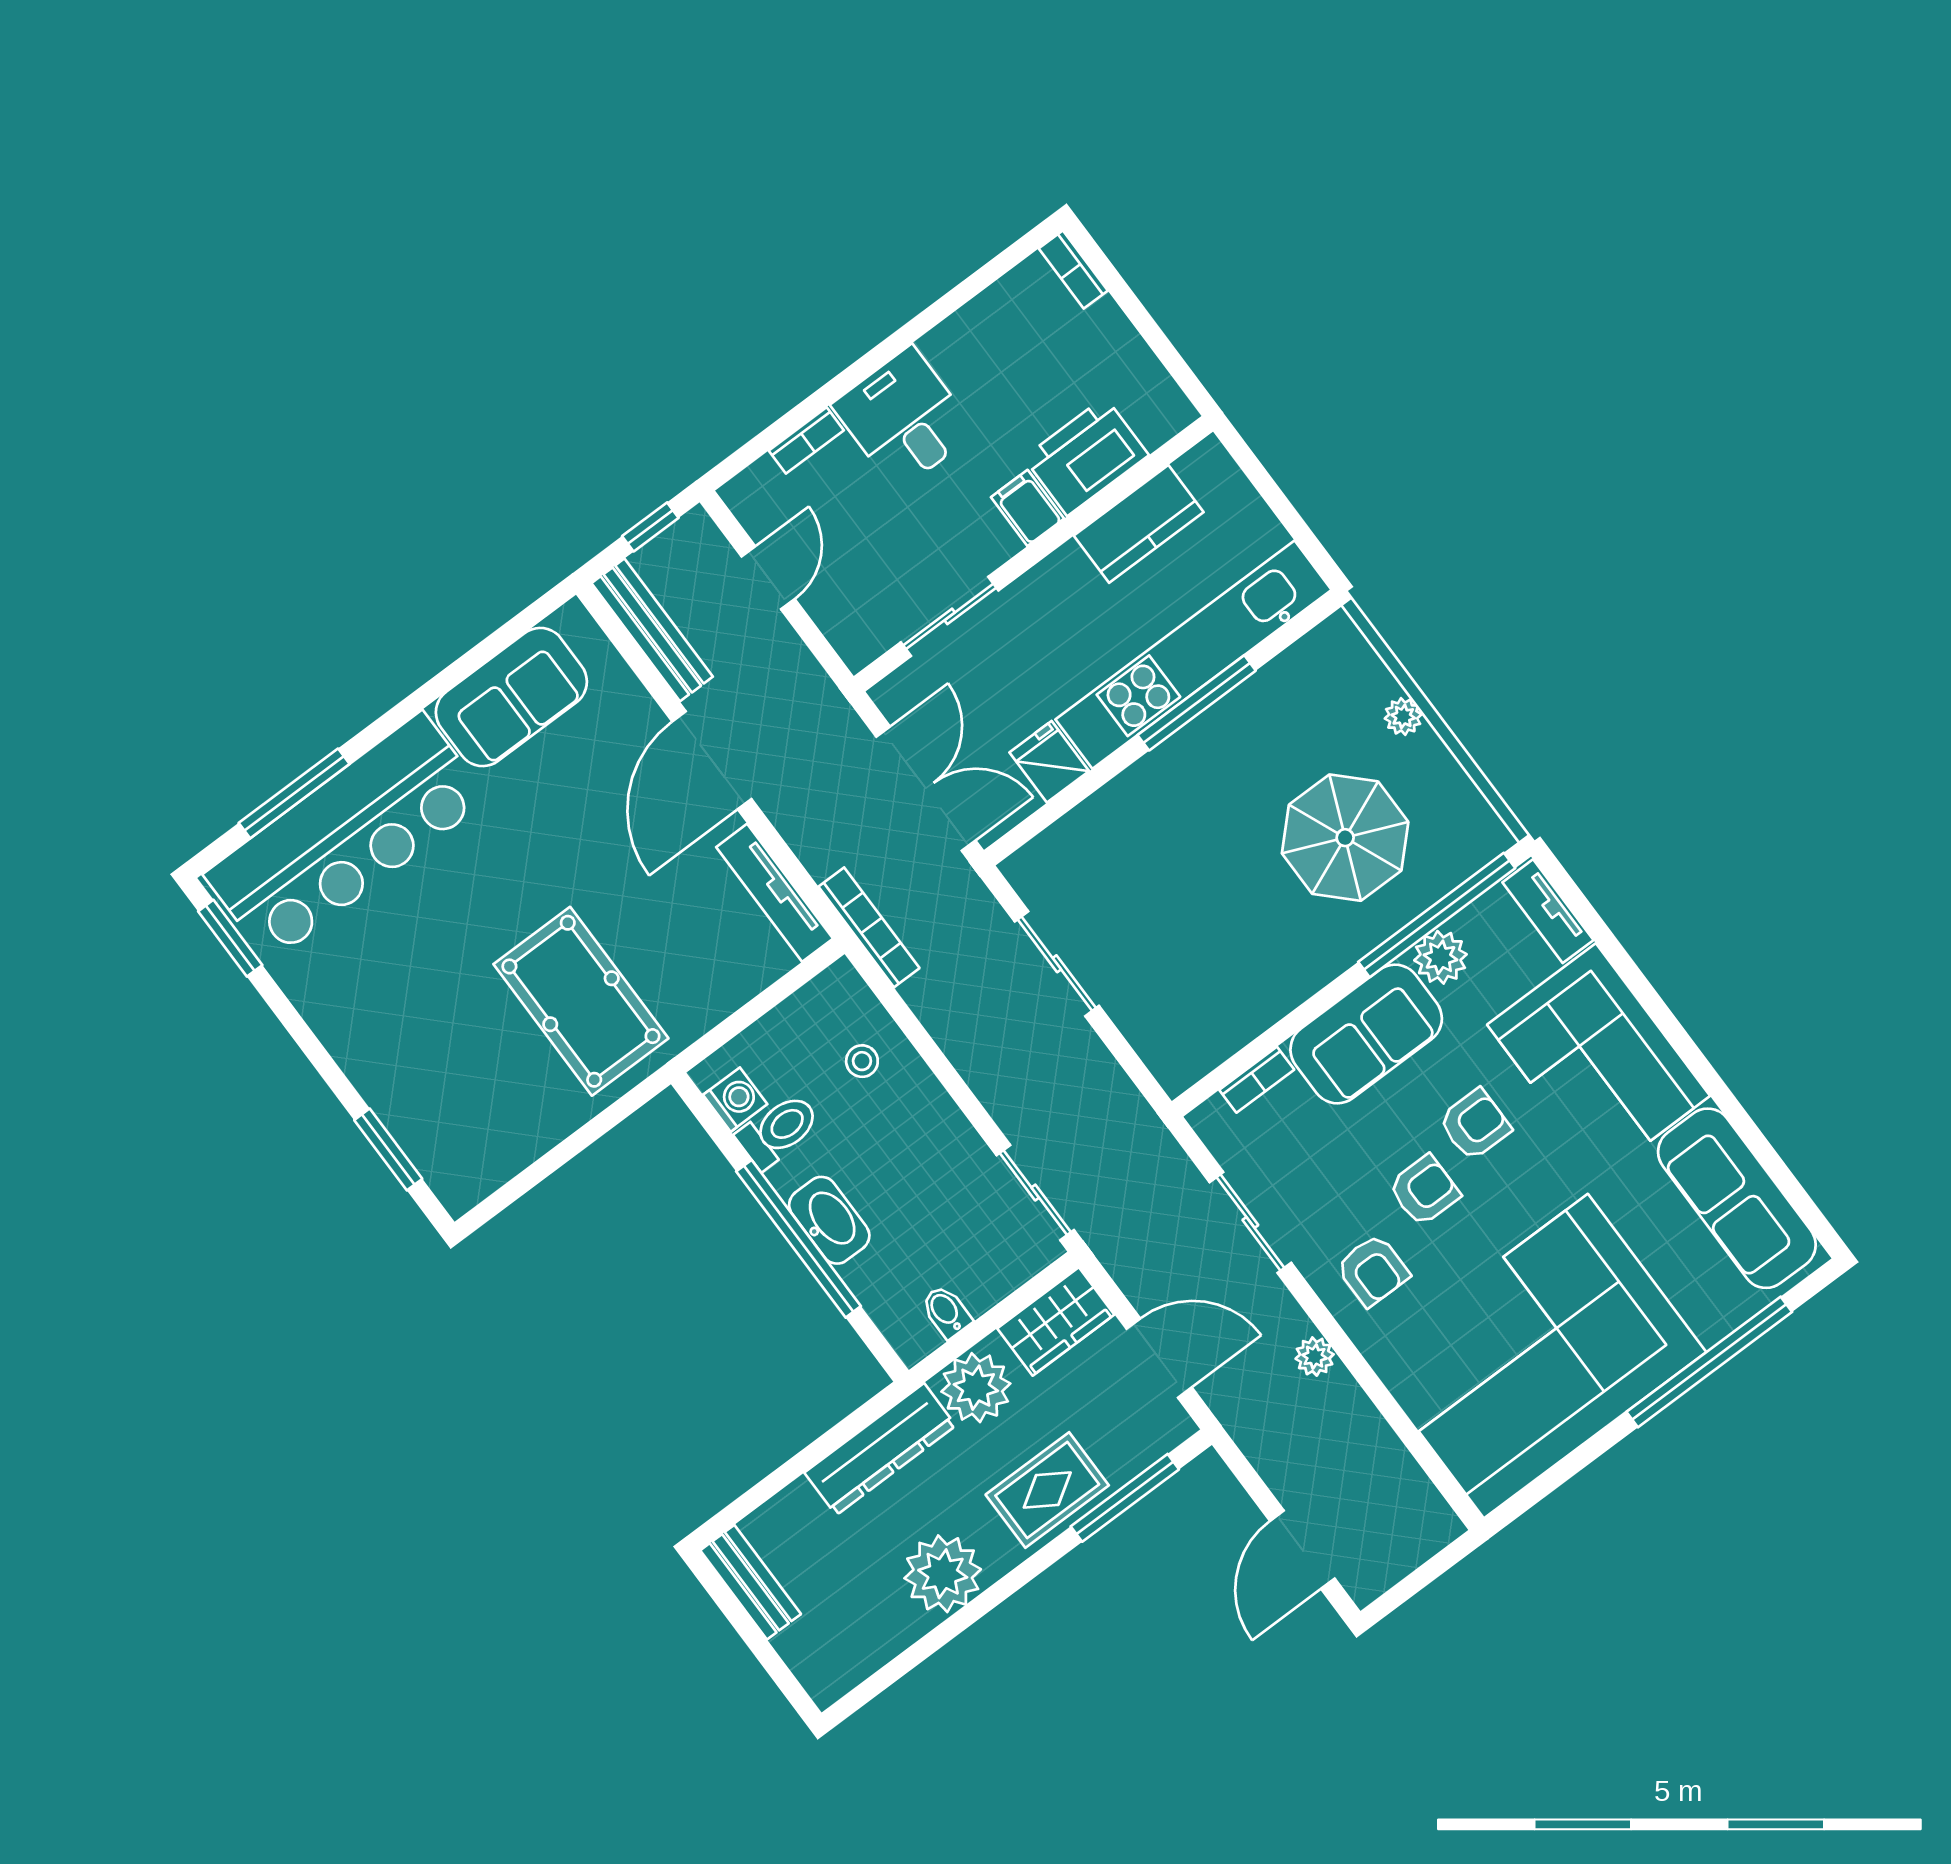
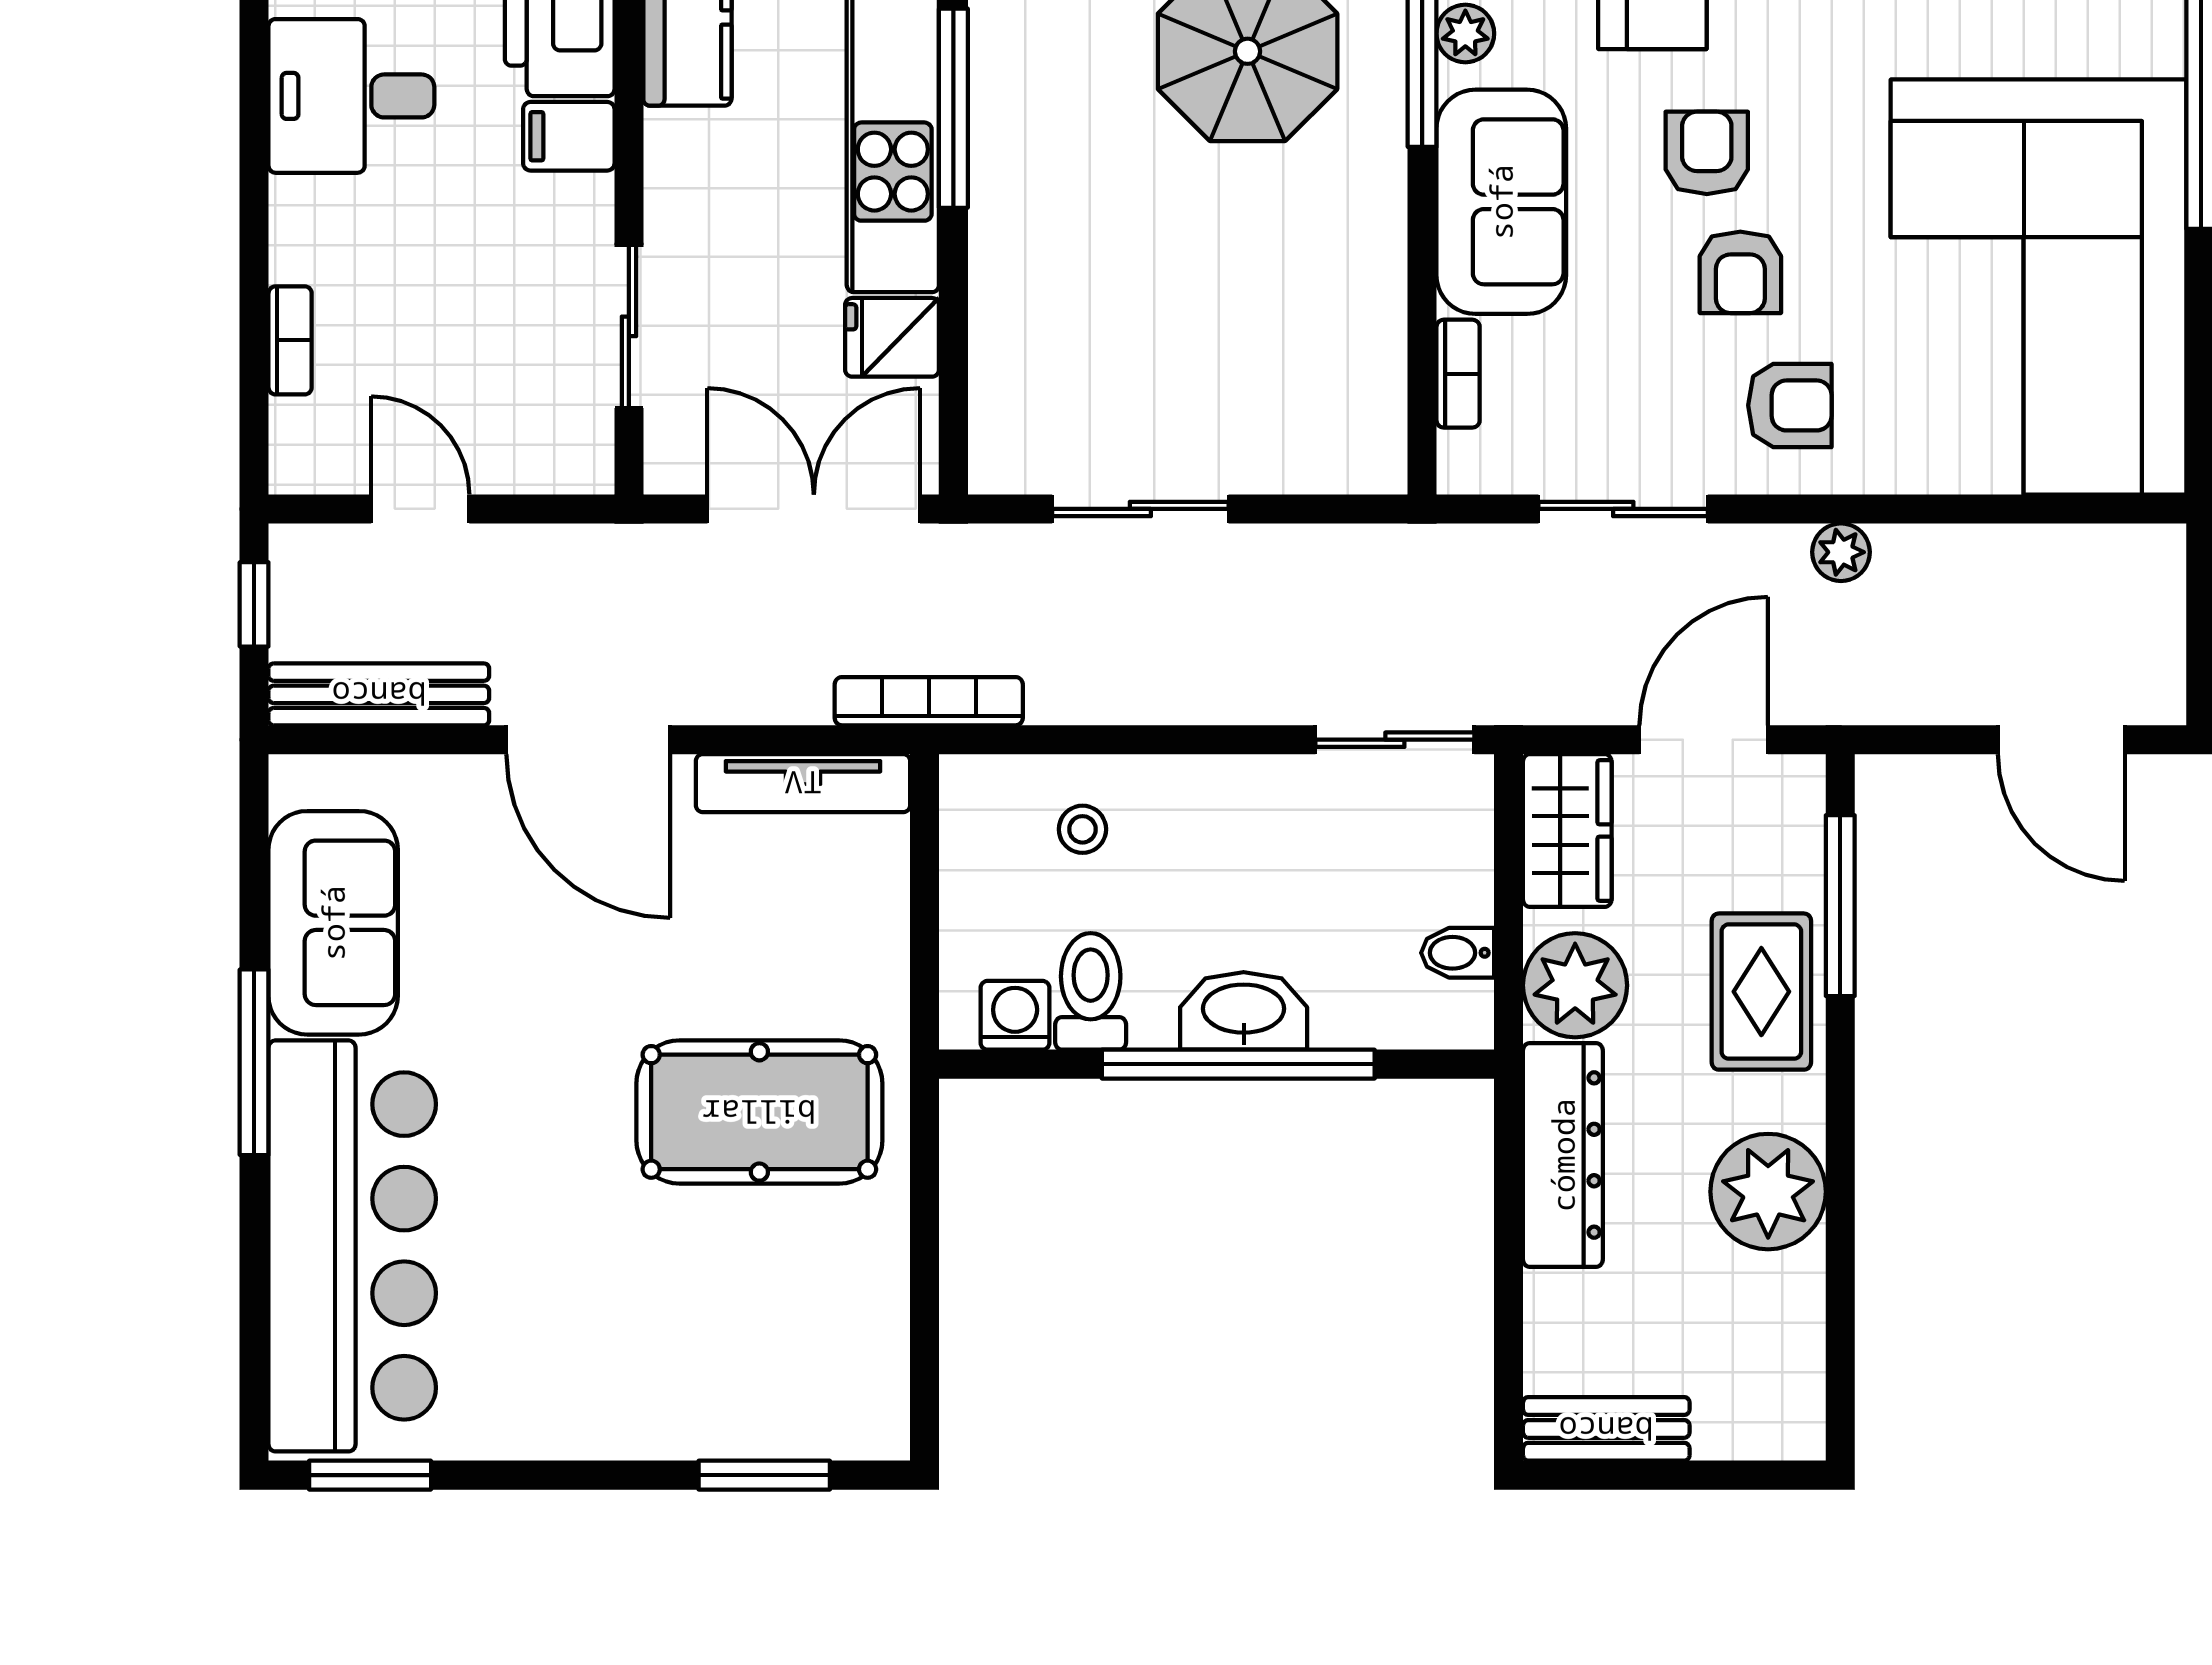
desk: (904, 418) -> (351, 96), moved
window: (294, 793) -> (254, 1062), moved
plant: (1440, 957) -> (1465, 34), width x0.73, depth x0.73
armchair: (1424, 1190) -> (1740, 272), turned 180

